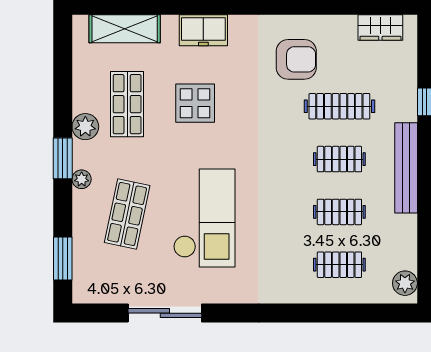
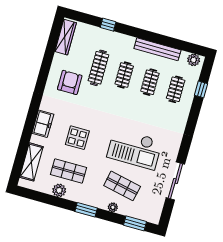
wardrobe: (380, 27) -> (66, 37), width x1.50
plant: (85, 127) -> (59, 190), moved
bench: (406, 168) -> (157, 49), moved
plant: (82, 179) -> (113, 207), moved
checkout: (204, 218) -> (134, 149), turned 180
window: (353, 313) -> (201, 89), added

